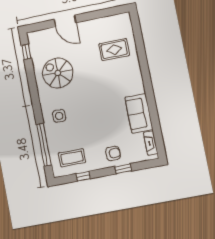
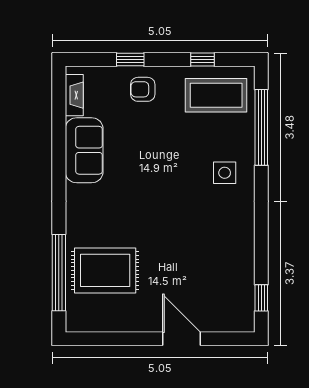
window: (139, 43) -> (59, 273), added
rug: (114, 50) -> (105, 270), width x1.36, depth x1.43
spiral stairs: (58, 73) -> (212, 249), removed
coffee table: (72, 158) -> (216, 95), width x1.36, depth x1.32

